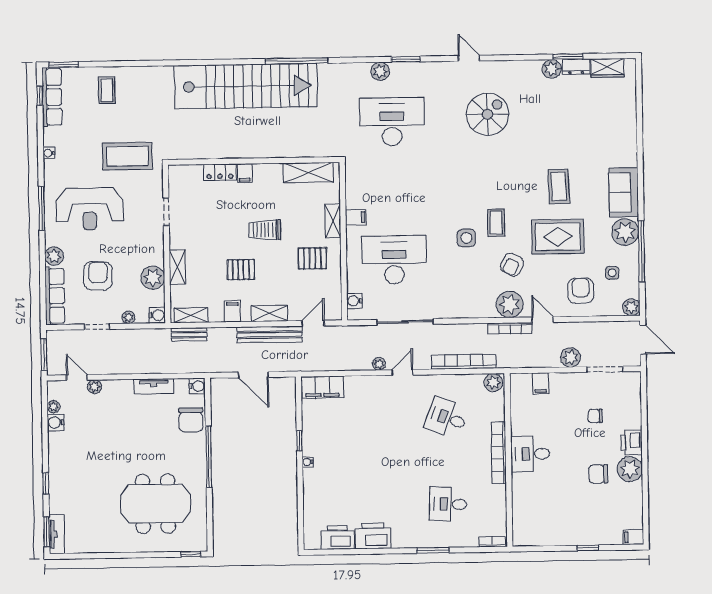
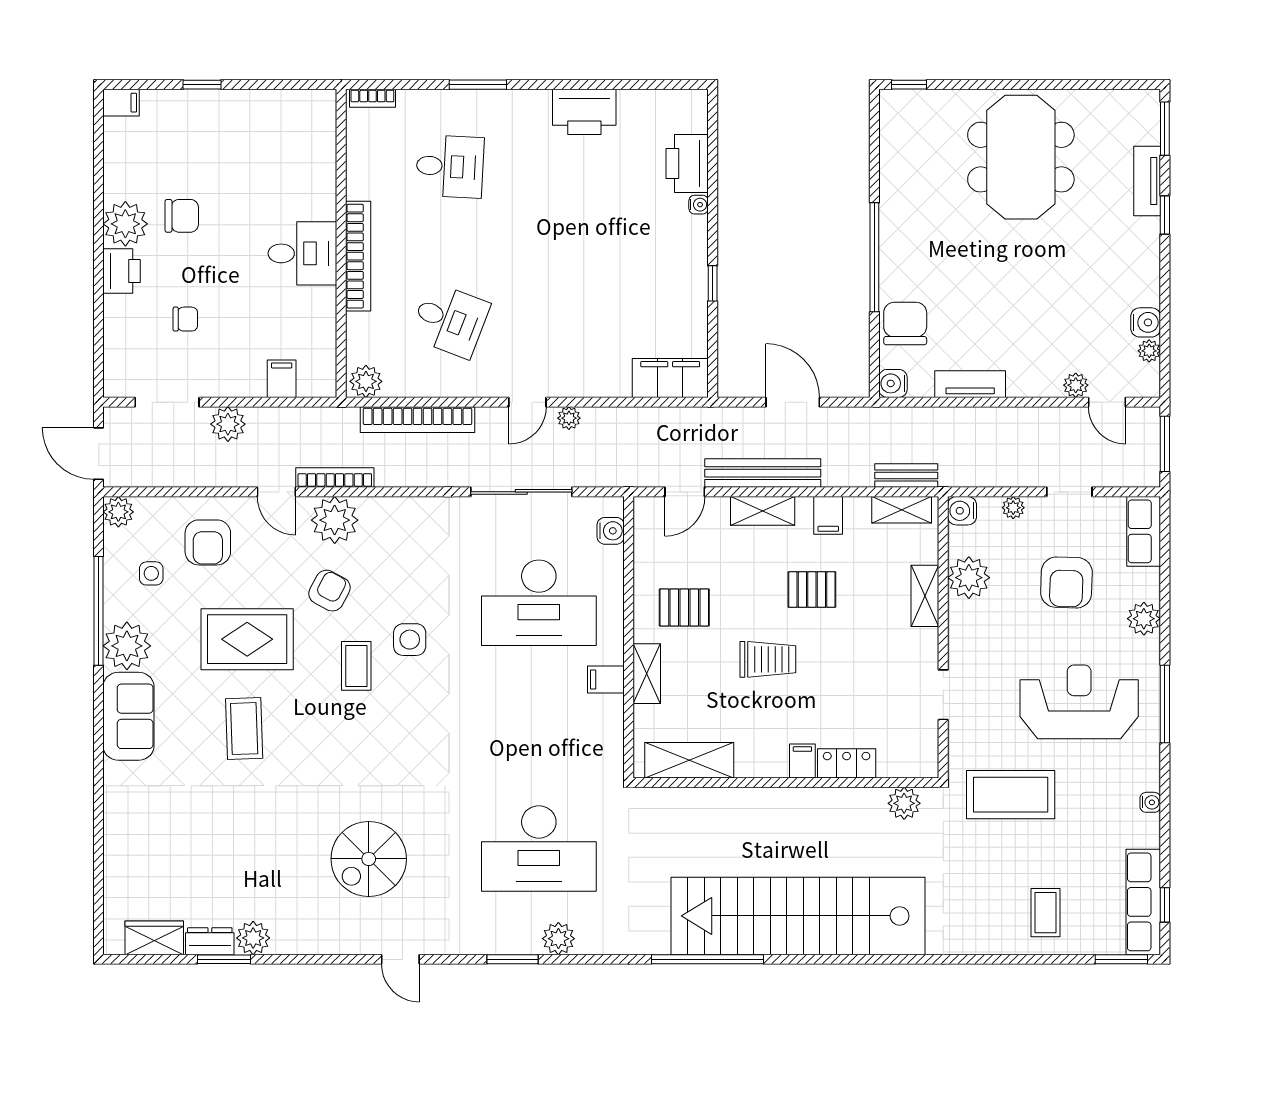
plant: (187, 150) -> (904, 803), added
row of seats: (55, 296) -> (1144, 531), width x0.68
water cooler: (308, 462) -> (699, 205), moved
meeting table: (155, 504) -> (1021, 157), moved, turned 90
tv unit: (57, 534) -> (1147, 181), moved
printer: (337, 538) -> (687, 163), moved, turned 90

